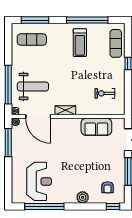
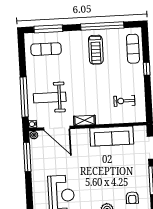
weight bench: (33, 86) -> (50, 98), turned 180
sofa: (96, 127) -> (112, 136), width x1.36

